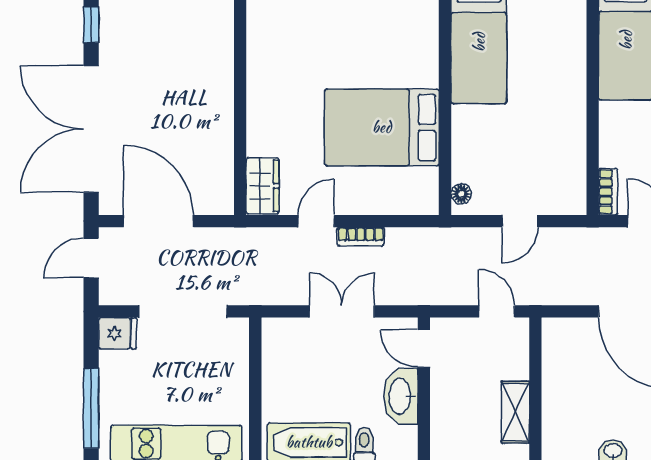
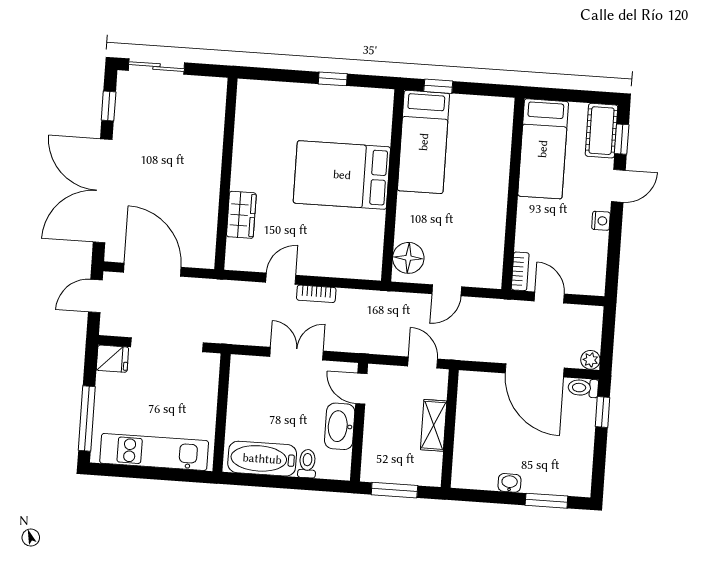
bed: (382, 127) -> (342, 175), moved
wardrobe: (263, 186) -> (241, 215), moved
floor lamp: (461, 194) -> (408, 258), width x1.89, depth x1.89
shelving: (515, 412) -> (434, 425), moved

